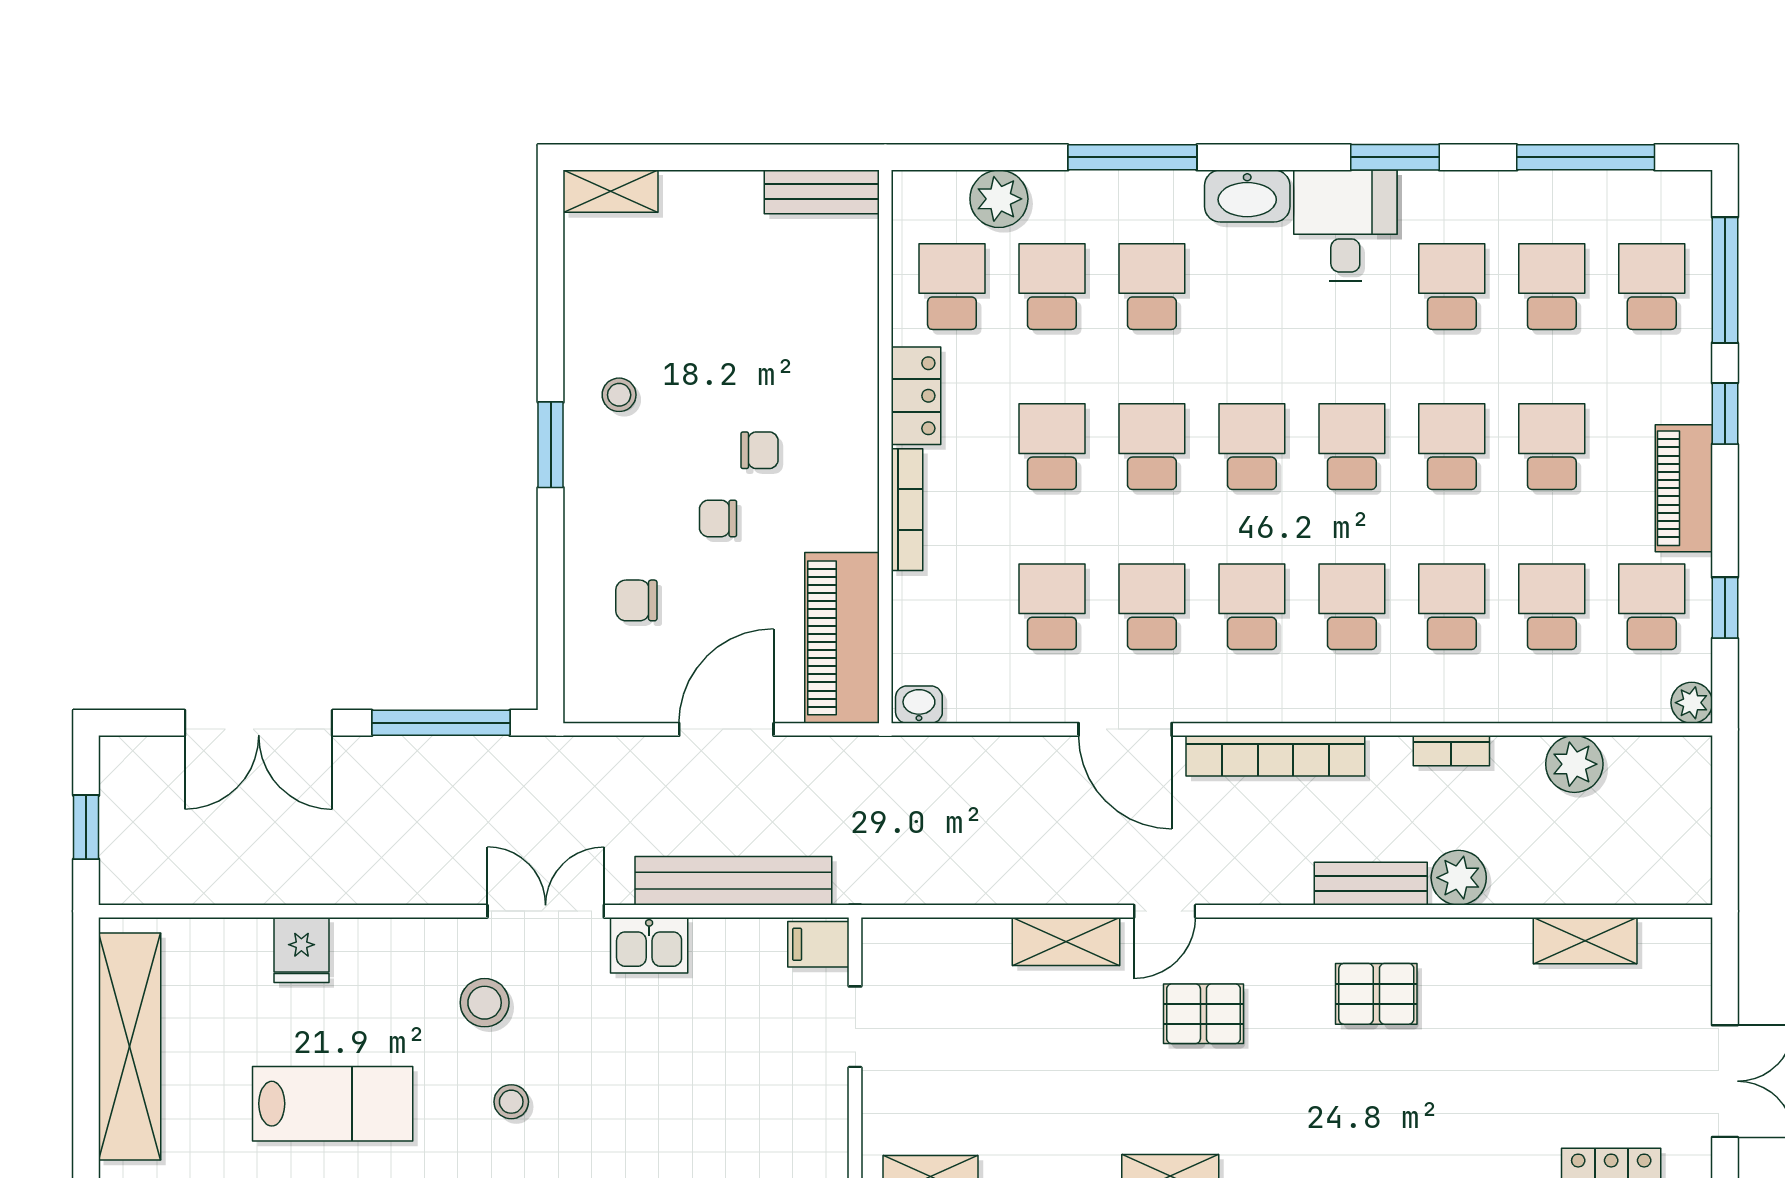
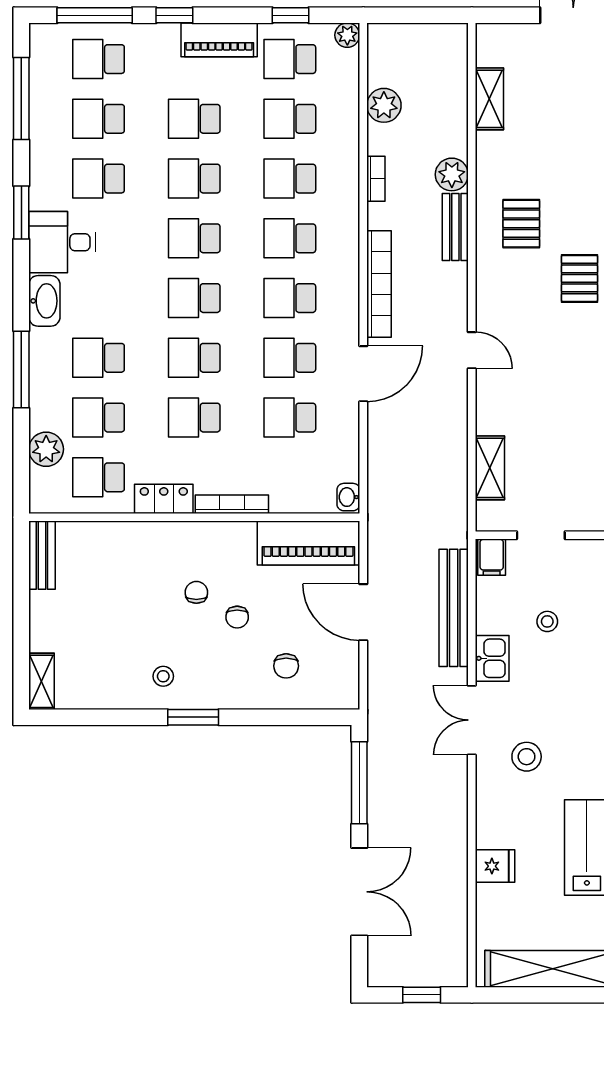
shelving: (1066, 941) -> (490, 468), moved
pallet: (1203, 1014) -> (580, 278), moved
stool: (511, 1102) -> (547, 621), moved

